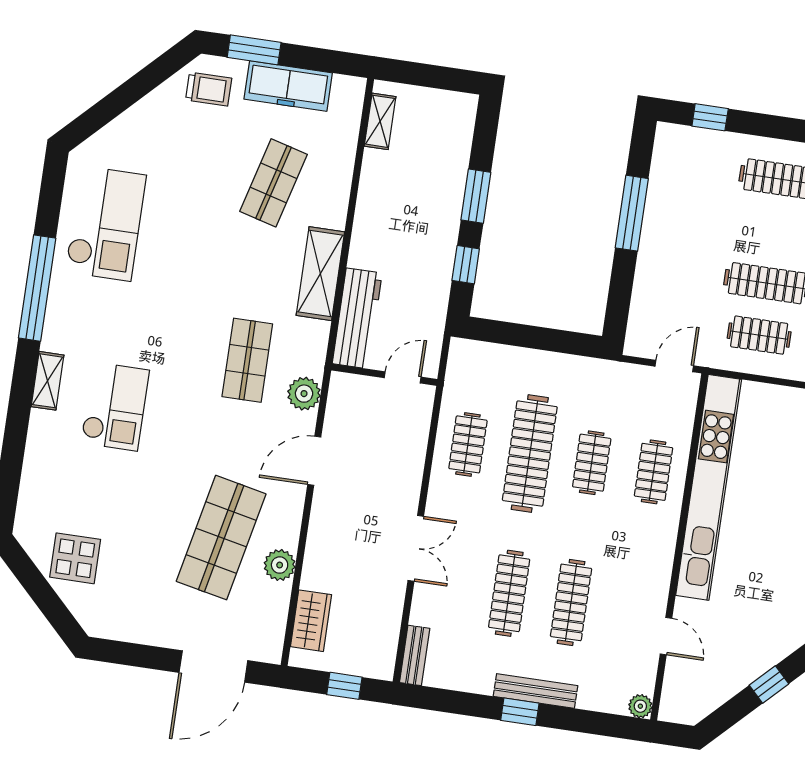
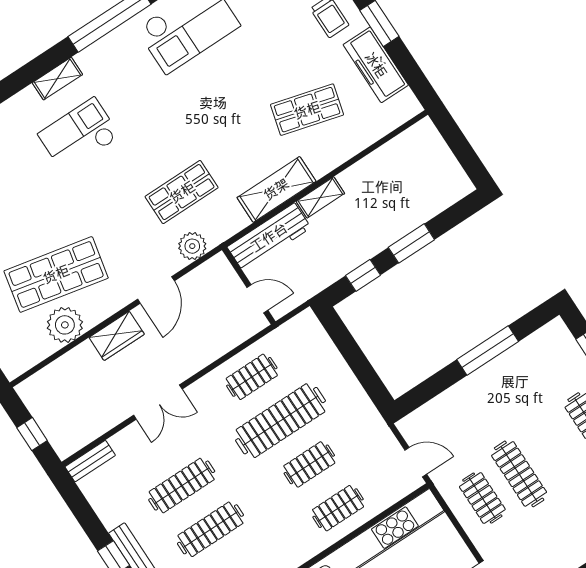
shelving: (380, 121) -> (320, 197), moved
checkout: (115, 407) -> (79, 135), turned 180
door: (314, 461) -> (156, 290), swing flipped
plant: (280, 565) -> (65, 325), width x1.36, depth x1.36
wardrobe: (311, 621) -> (117, 336), moved

